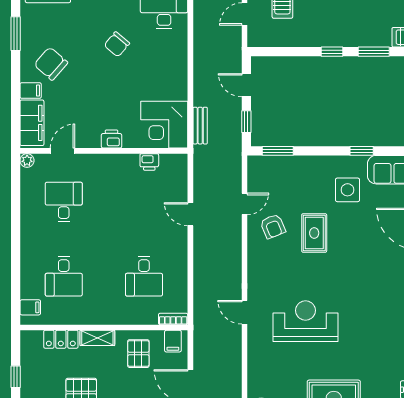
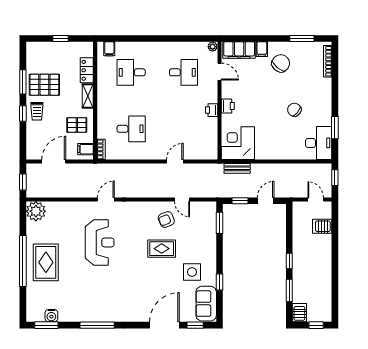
printer: (149, 162) -> (212, 110), moved
desk: (144, 276) -> (131, 129), turned 180

